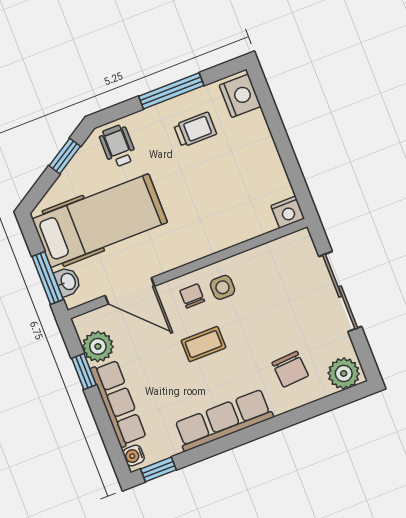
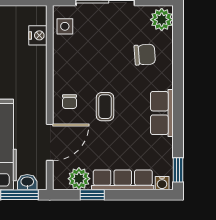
nightstand: (288, 212) -> (38, 35), moved
side table: (222, 287) -> (65, 26), moved
chair: (192, 296) -> (69, 102), turned -90
row of seats: (224, 420) -> (162, 113), width x0.68

